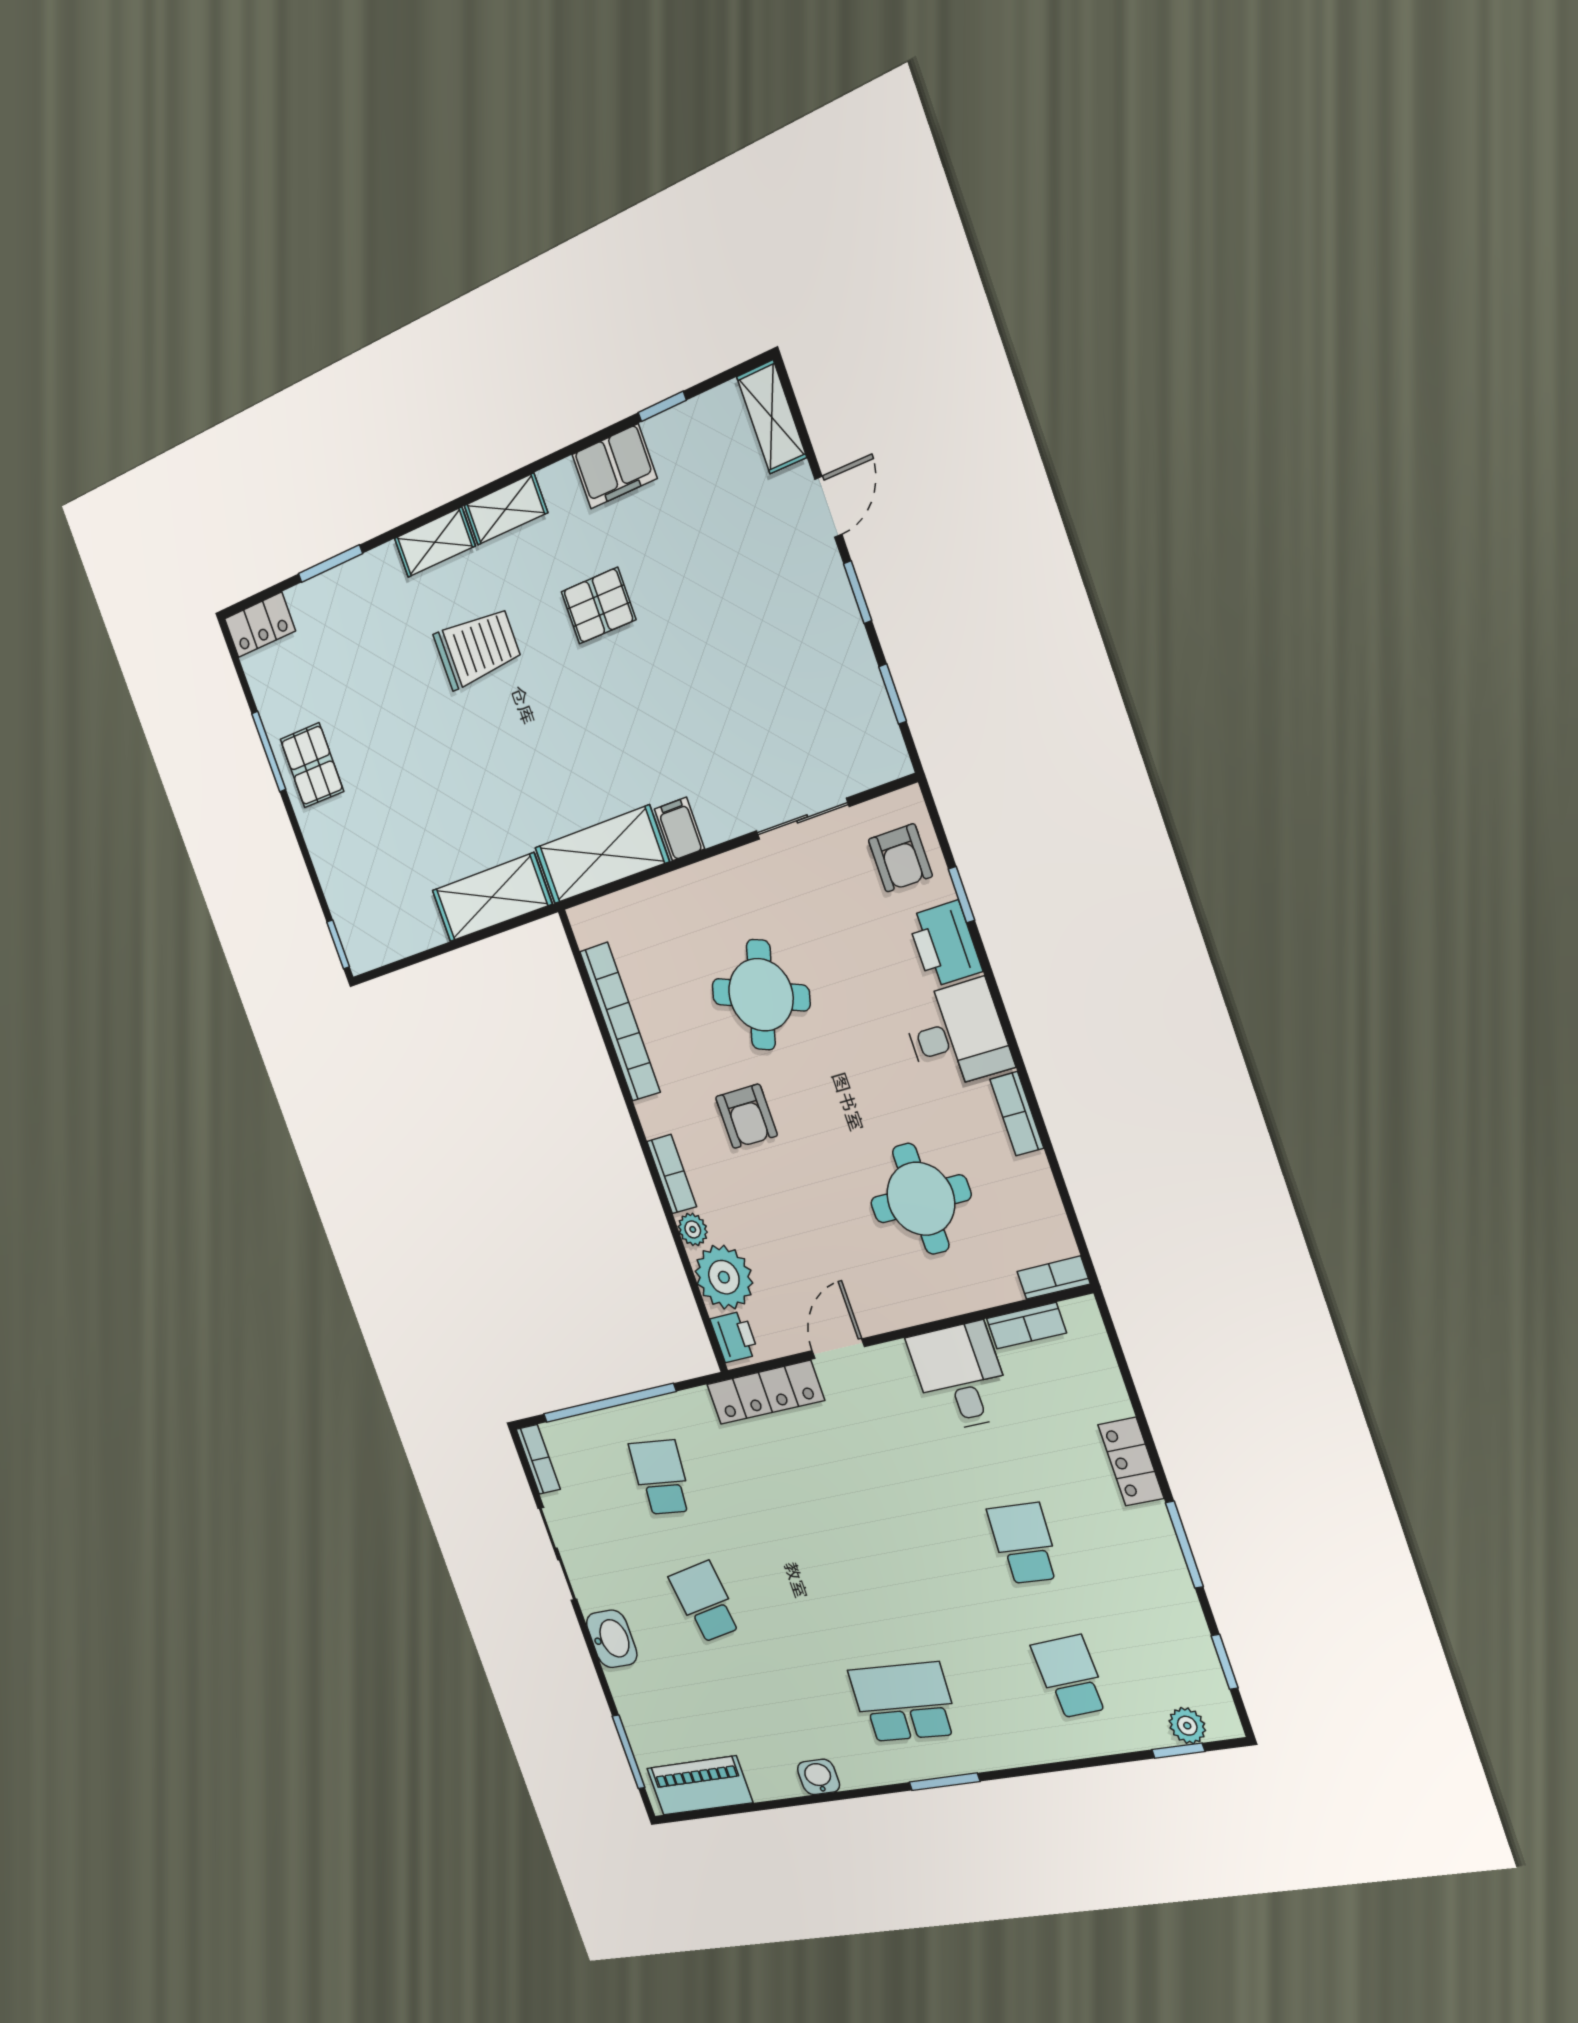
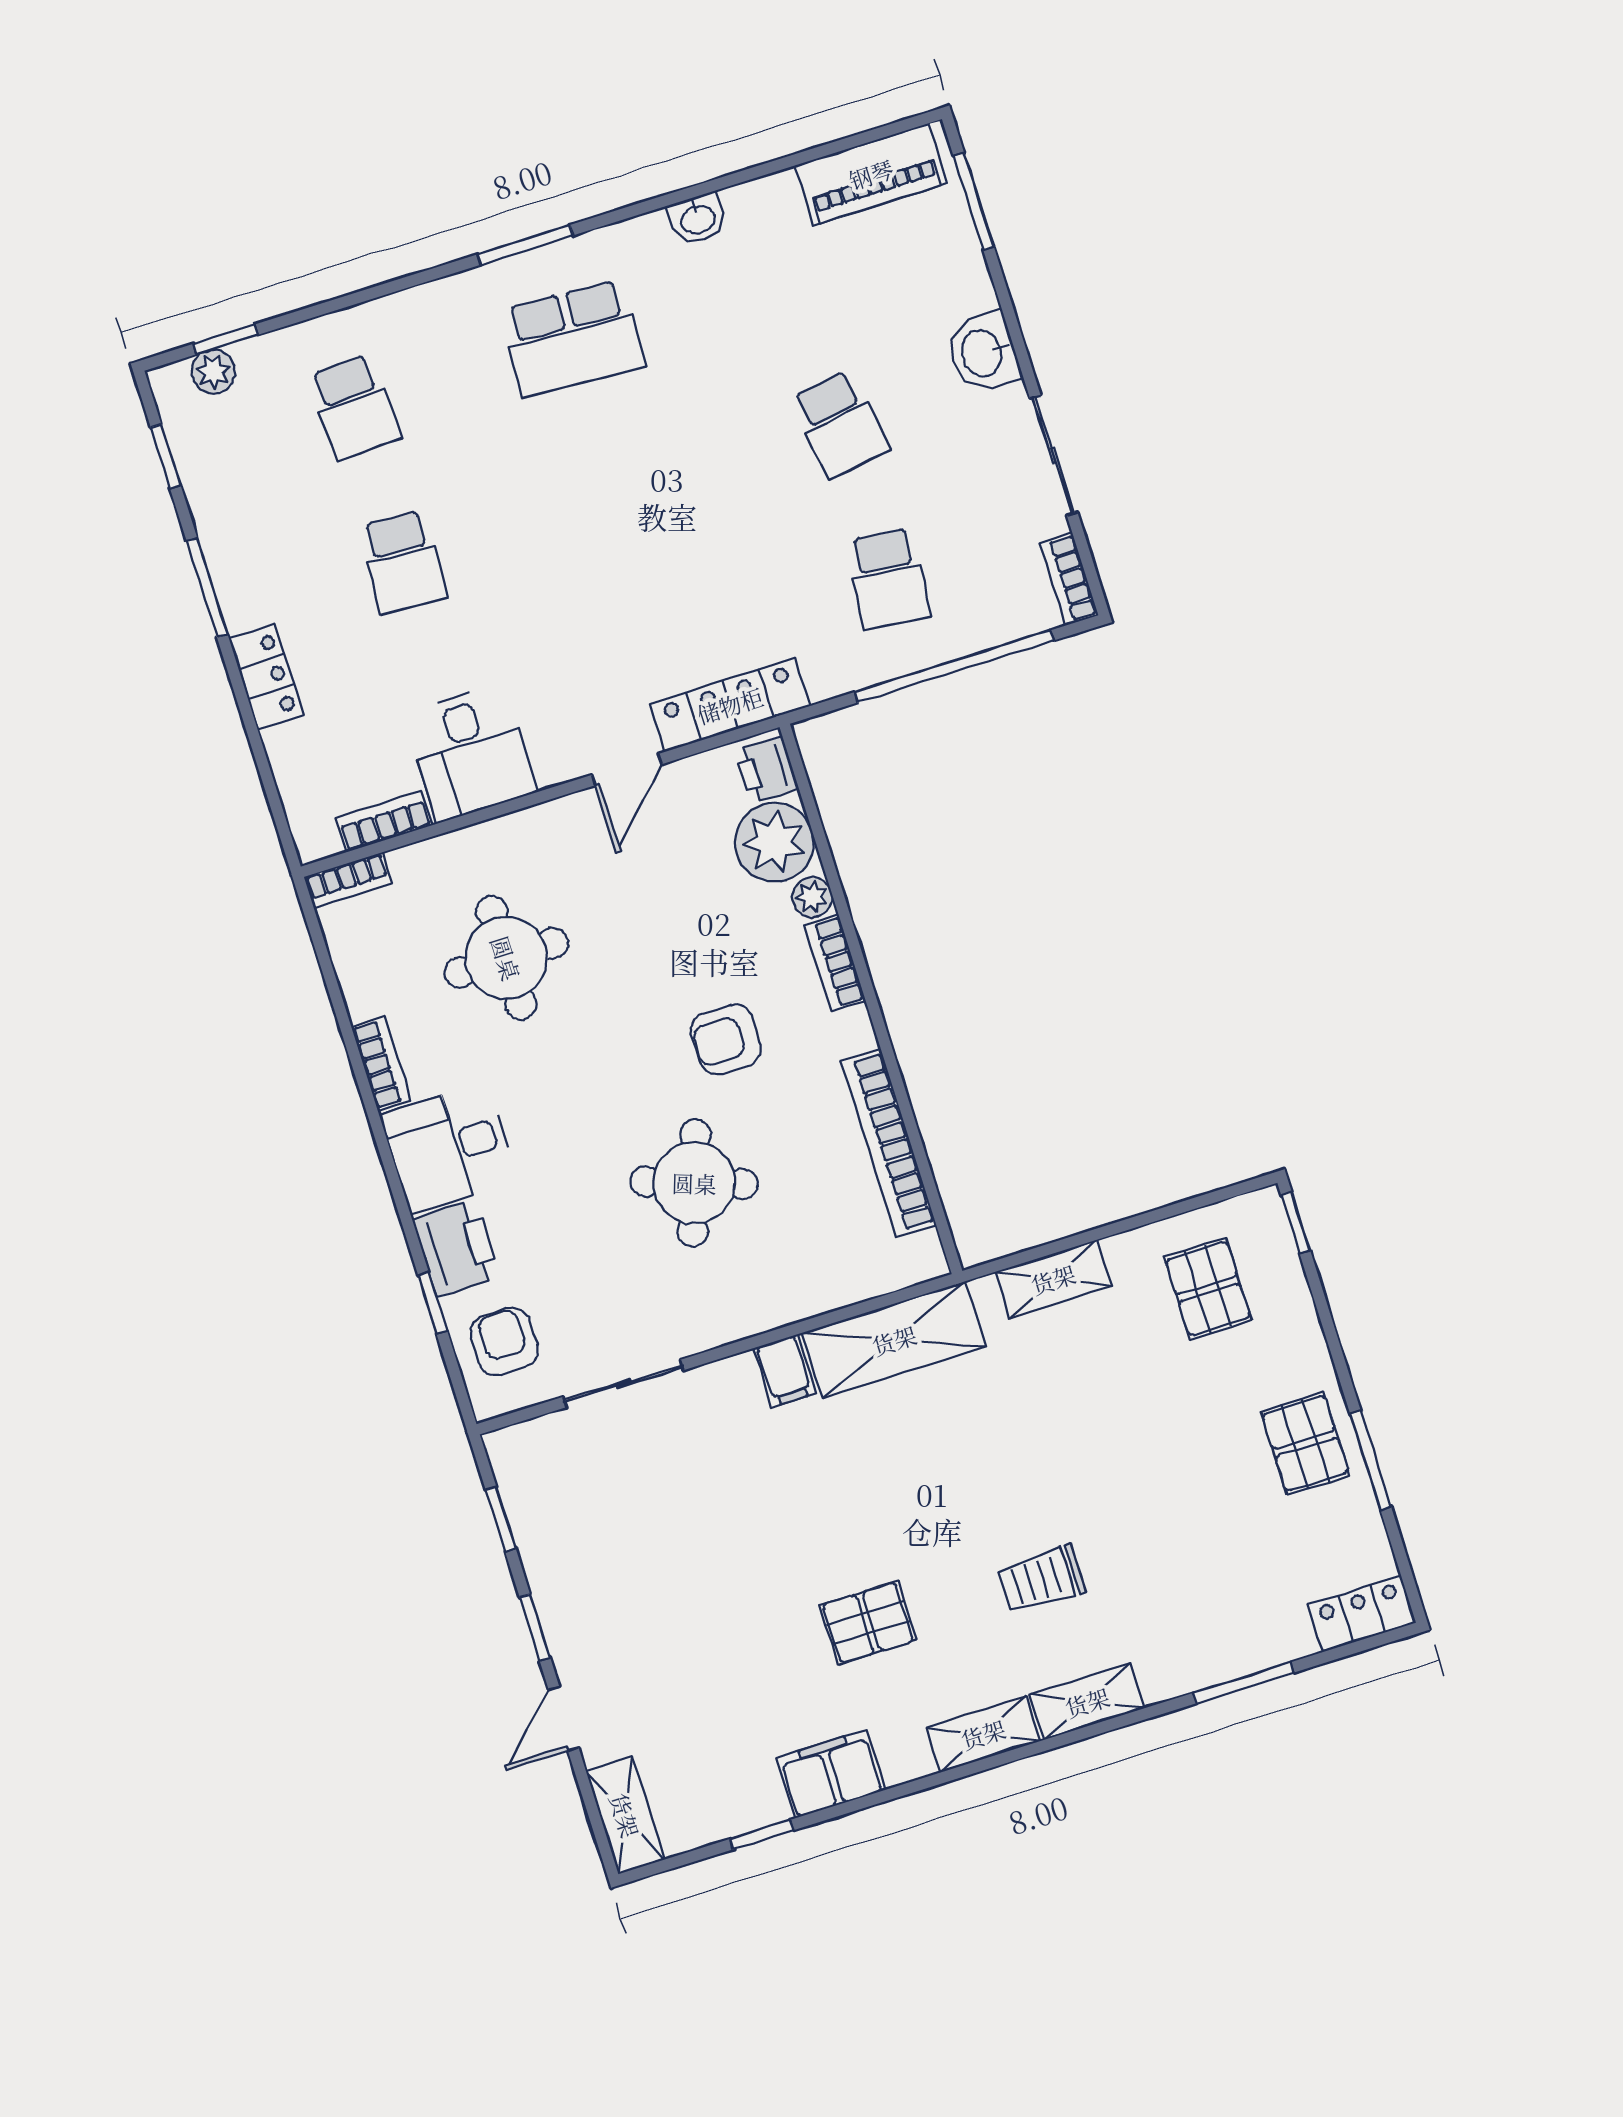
trolley: (477, 648) -> (1041, 1579), width x0.73, depth x0.72
pallet: (389, 893) -> (1208, 1289), added
shelving: (492, 897) -> (1053, 1279), width x0.67, depth x0.75
armchair: (746, 1116) -> (726, 1039), turned -90

